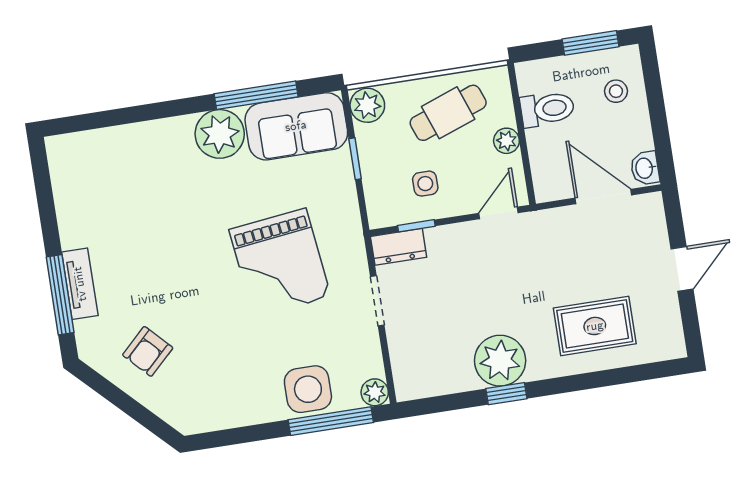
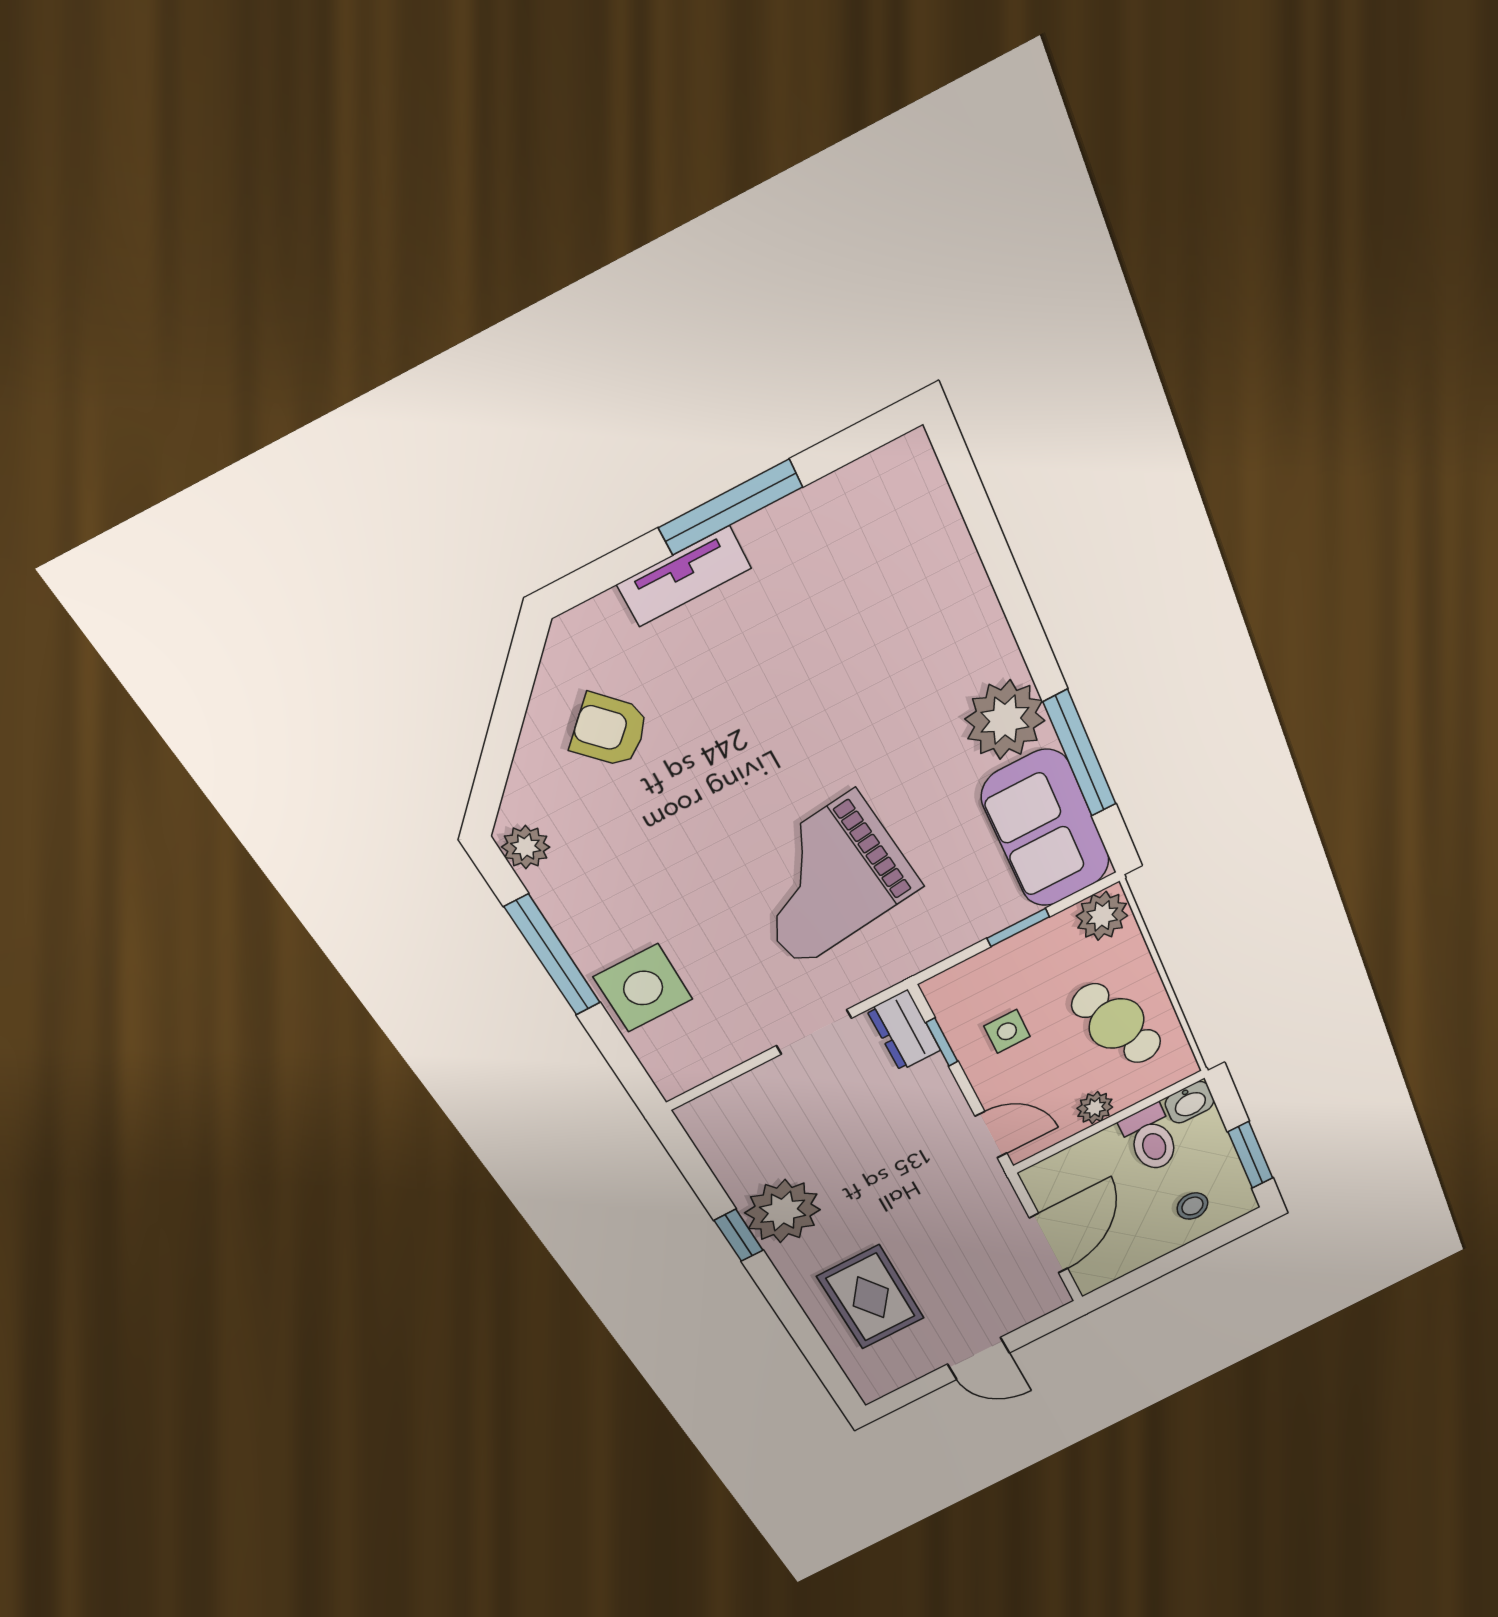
washbasin: (645, 168) -> (1190, 1102), moved, turned 180
window: (60, 295) -> (731, 507), moved
plant: (375, 392) -> (526, 847), moved
window: (331, 421) -> (553, 955), moved

